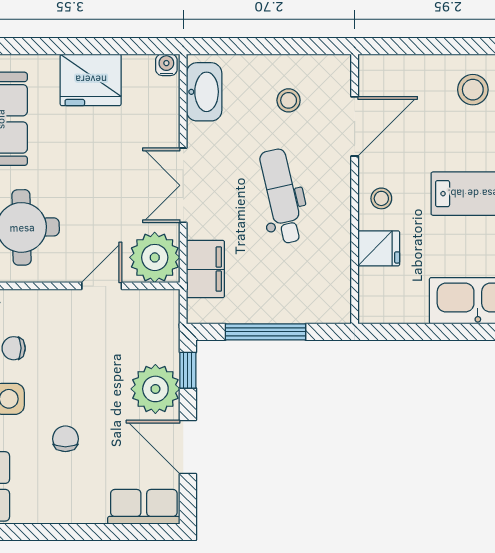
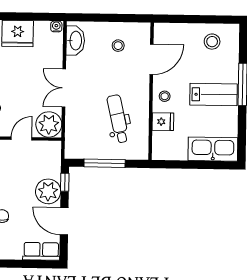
dental chair: (282, 196) -> (118, 119), moved
filing cabinet: (205, 269) -> (74, 131), removed

